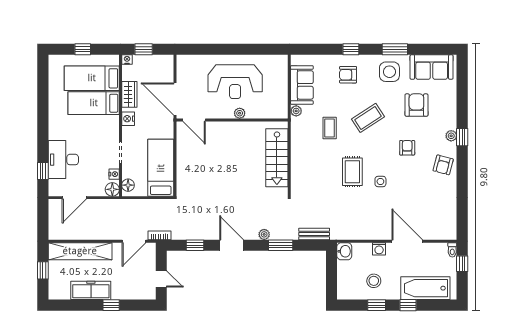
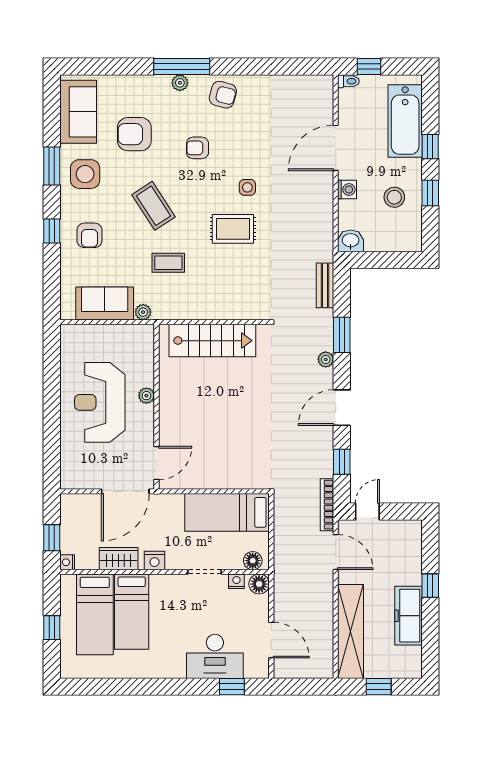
reception desk: (235, 82) -> (100, 402), turned 180
window: (462, 137) -> (182, 67), width x2.17
bookcase: (160, 235) -> (327, 505), width x1.56
door: (161, 279) -> (367, 511), moved

